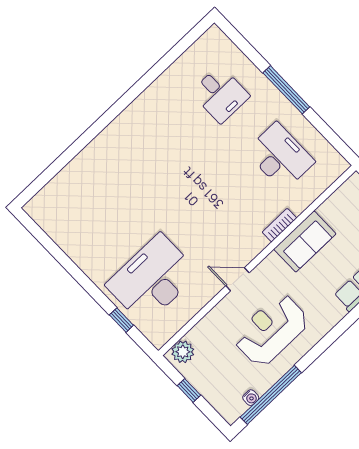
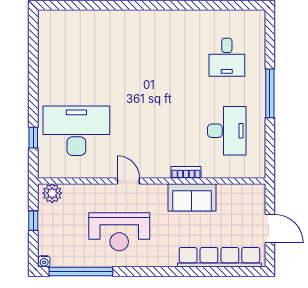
reception desk: (271, 330) -> (119, 232), turned 180
water cooler: (251, 398) -> (44, 261), moved

